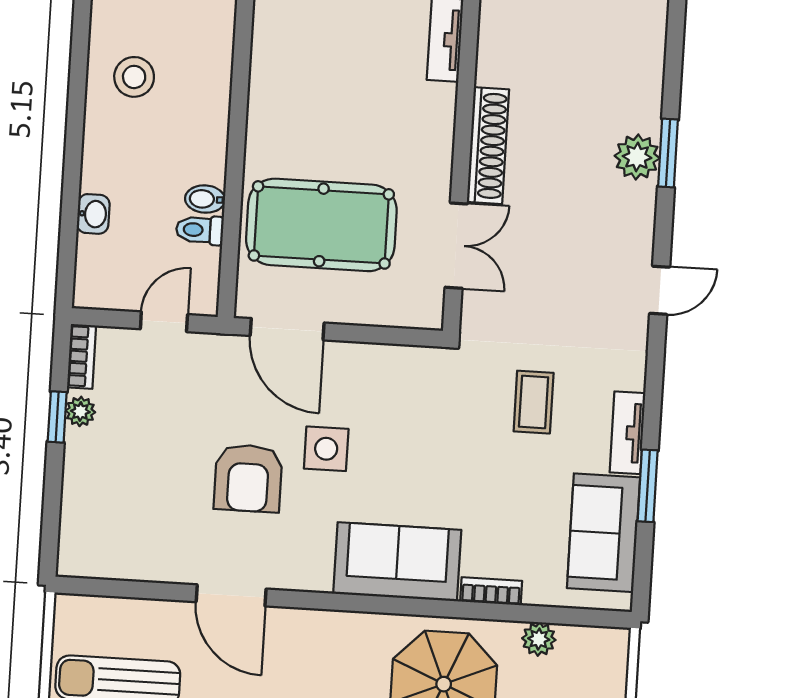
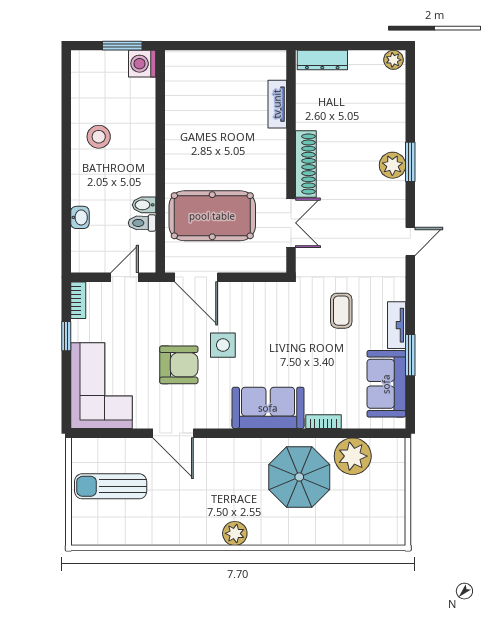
plant: (80, 411) -> (79, 332), removed
armchair: (248, 478) -> (179, 365), turned -90
corner sofa: (113, 506) -> (101, 386), added
plant: (539, 639) -> (353, 456), width x1.87, depth x1.87

